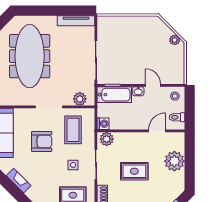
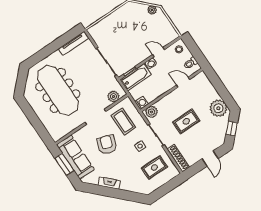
door: (157, 131) -> (183, 82), hinge flipped
armchair: (42, 141) -> (107, 145), turned -71
plant: (174, 161) -> (218, 108), moved

